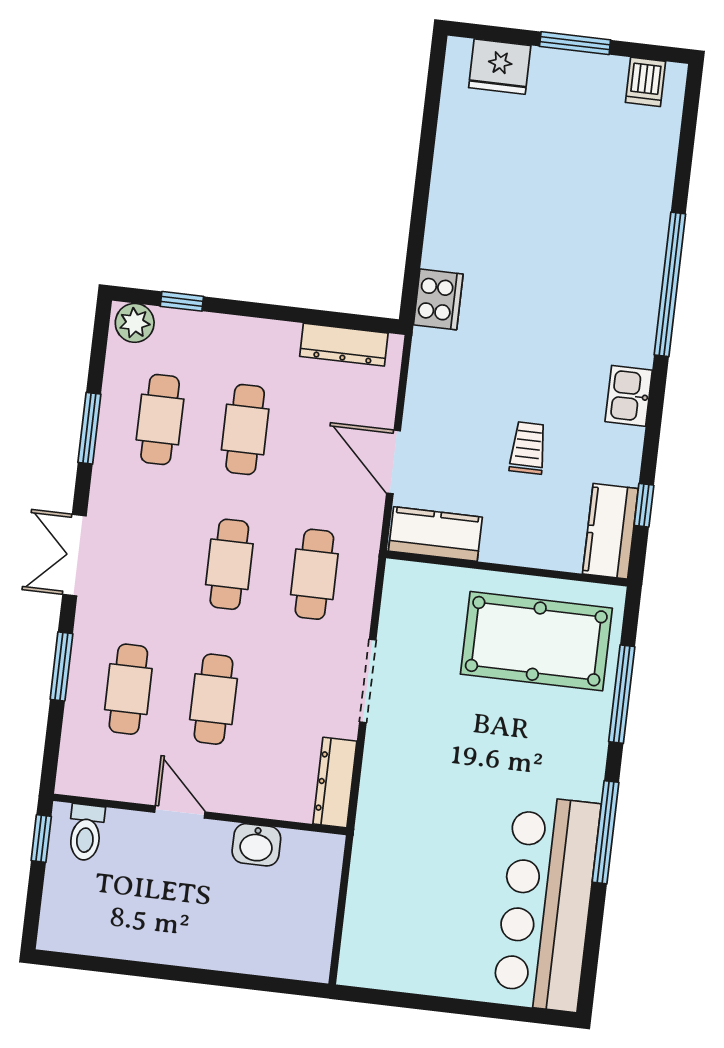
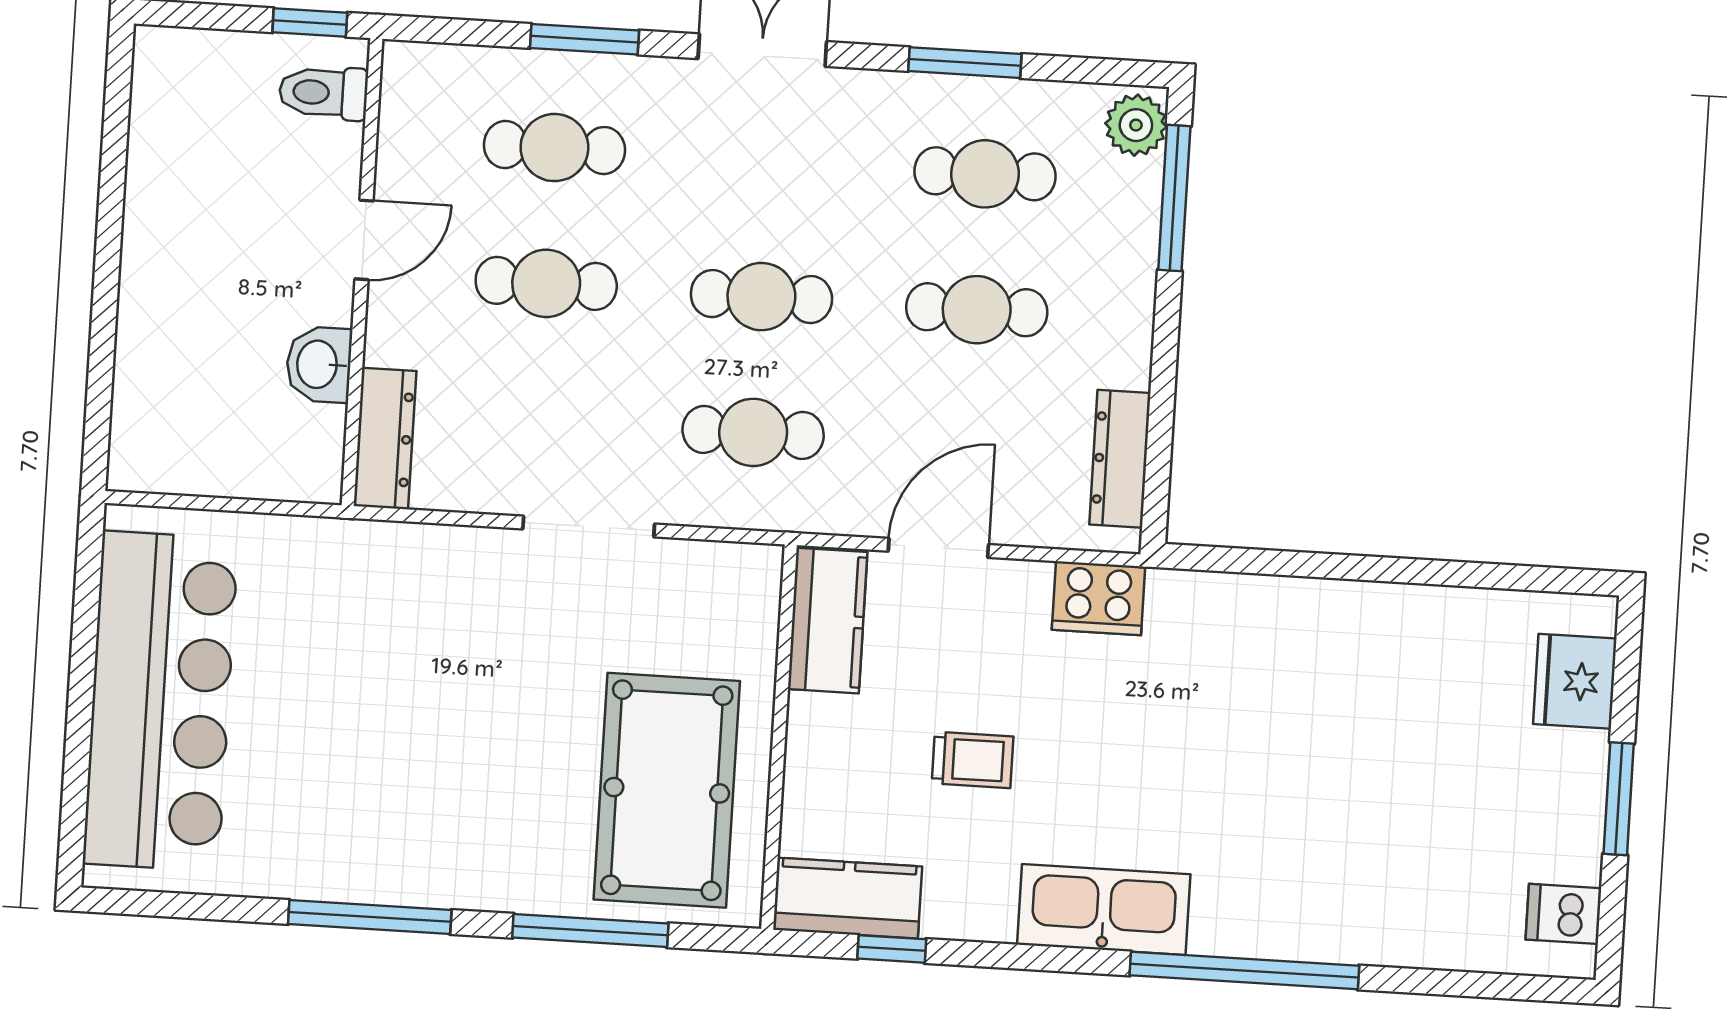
cooker: (438, 299) -> (1098, 598), moved
window: (182, 301) -> (1174, 198), width x2.17
kitchen sink: (629, 396) -> (1104, 909), width x1.87, depth x1.24
dresser: (335, 783) -> (385, 439), moved, turned 90
bar counter: (547, 903) -> (160, 701), moved, turned 90

